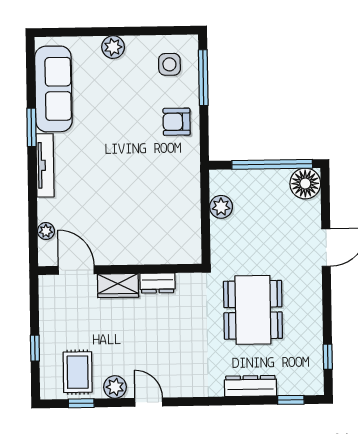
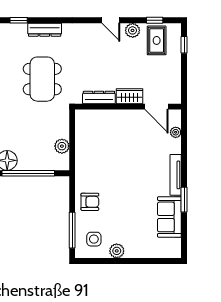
plant: (113, 47) -> (117, 251), moved
sofa: (53, 89) -> (169, 217), width x0.73
dresser: (158, 283) -> (99, 97), width x1.44
window: (35, 348) -> (184, 45), moved

